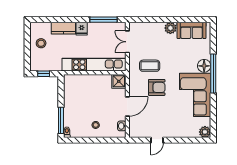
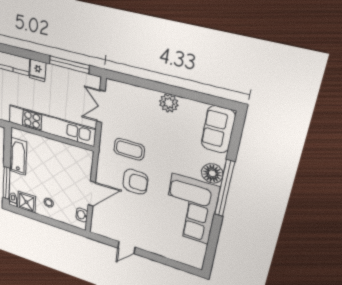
sofa: (192, 30) -> (218, 129), moved, turned 90
shower: (119, 81) -> (27, 202), moved
bathtub: (70, 96) -> (18, 156), added
plant: (205, 132) -> (195, 261), removed

